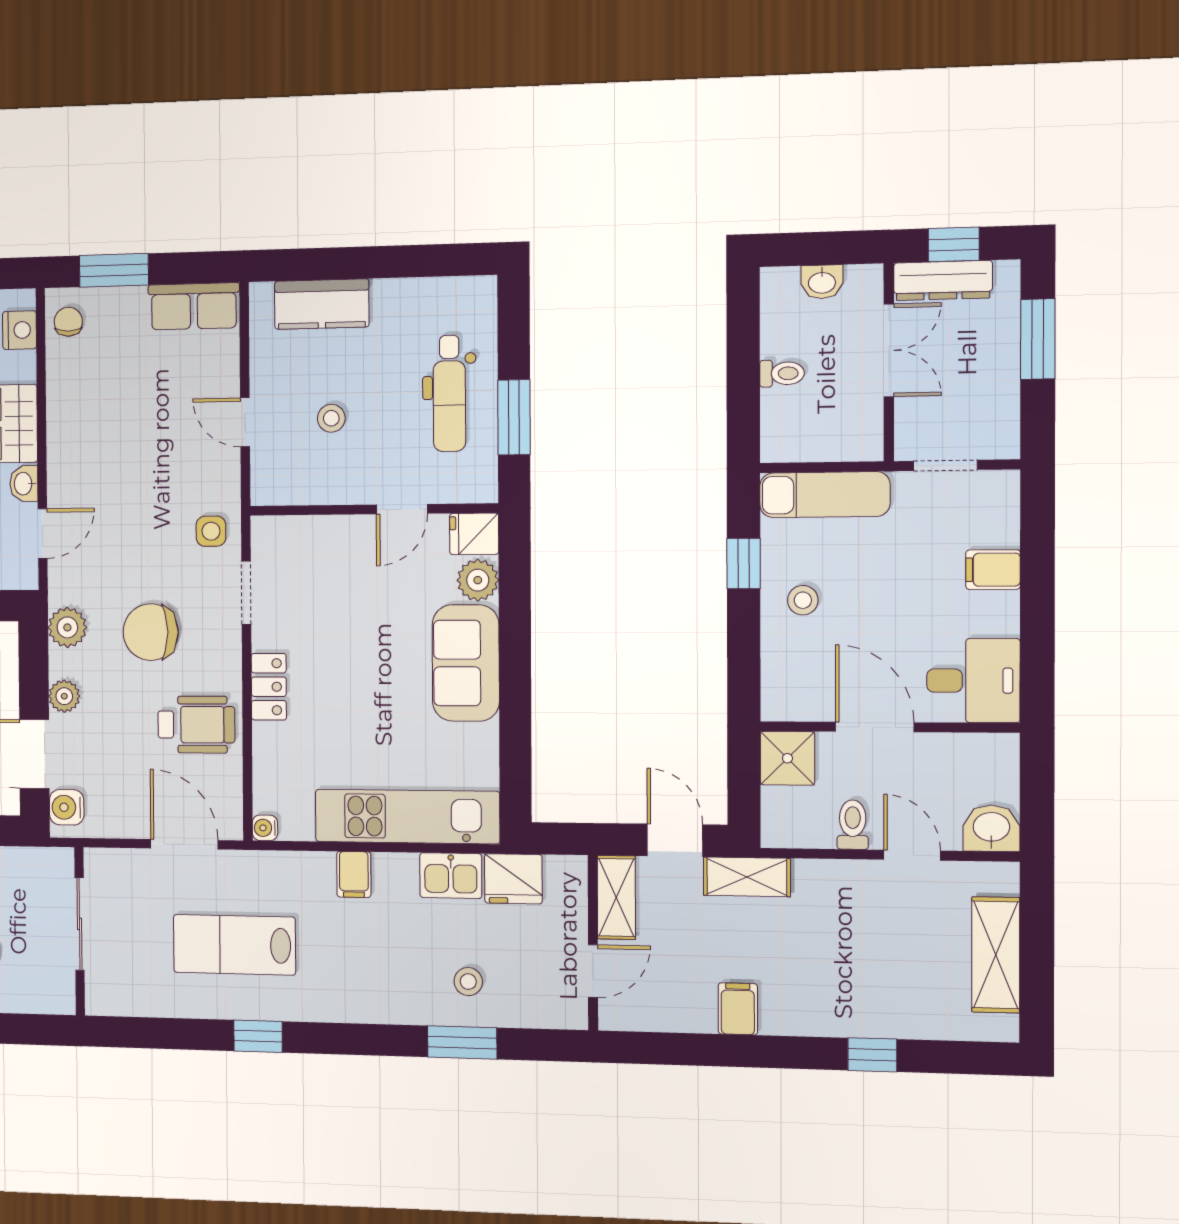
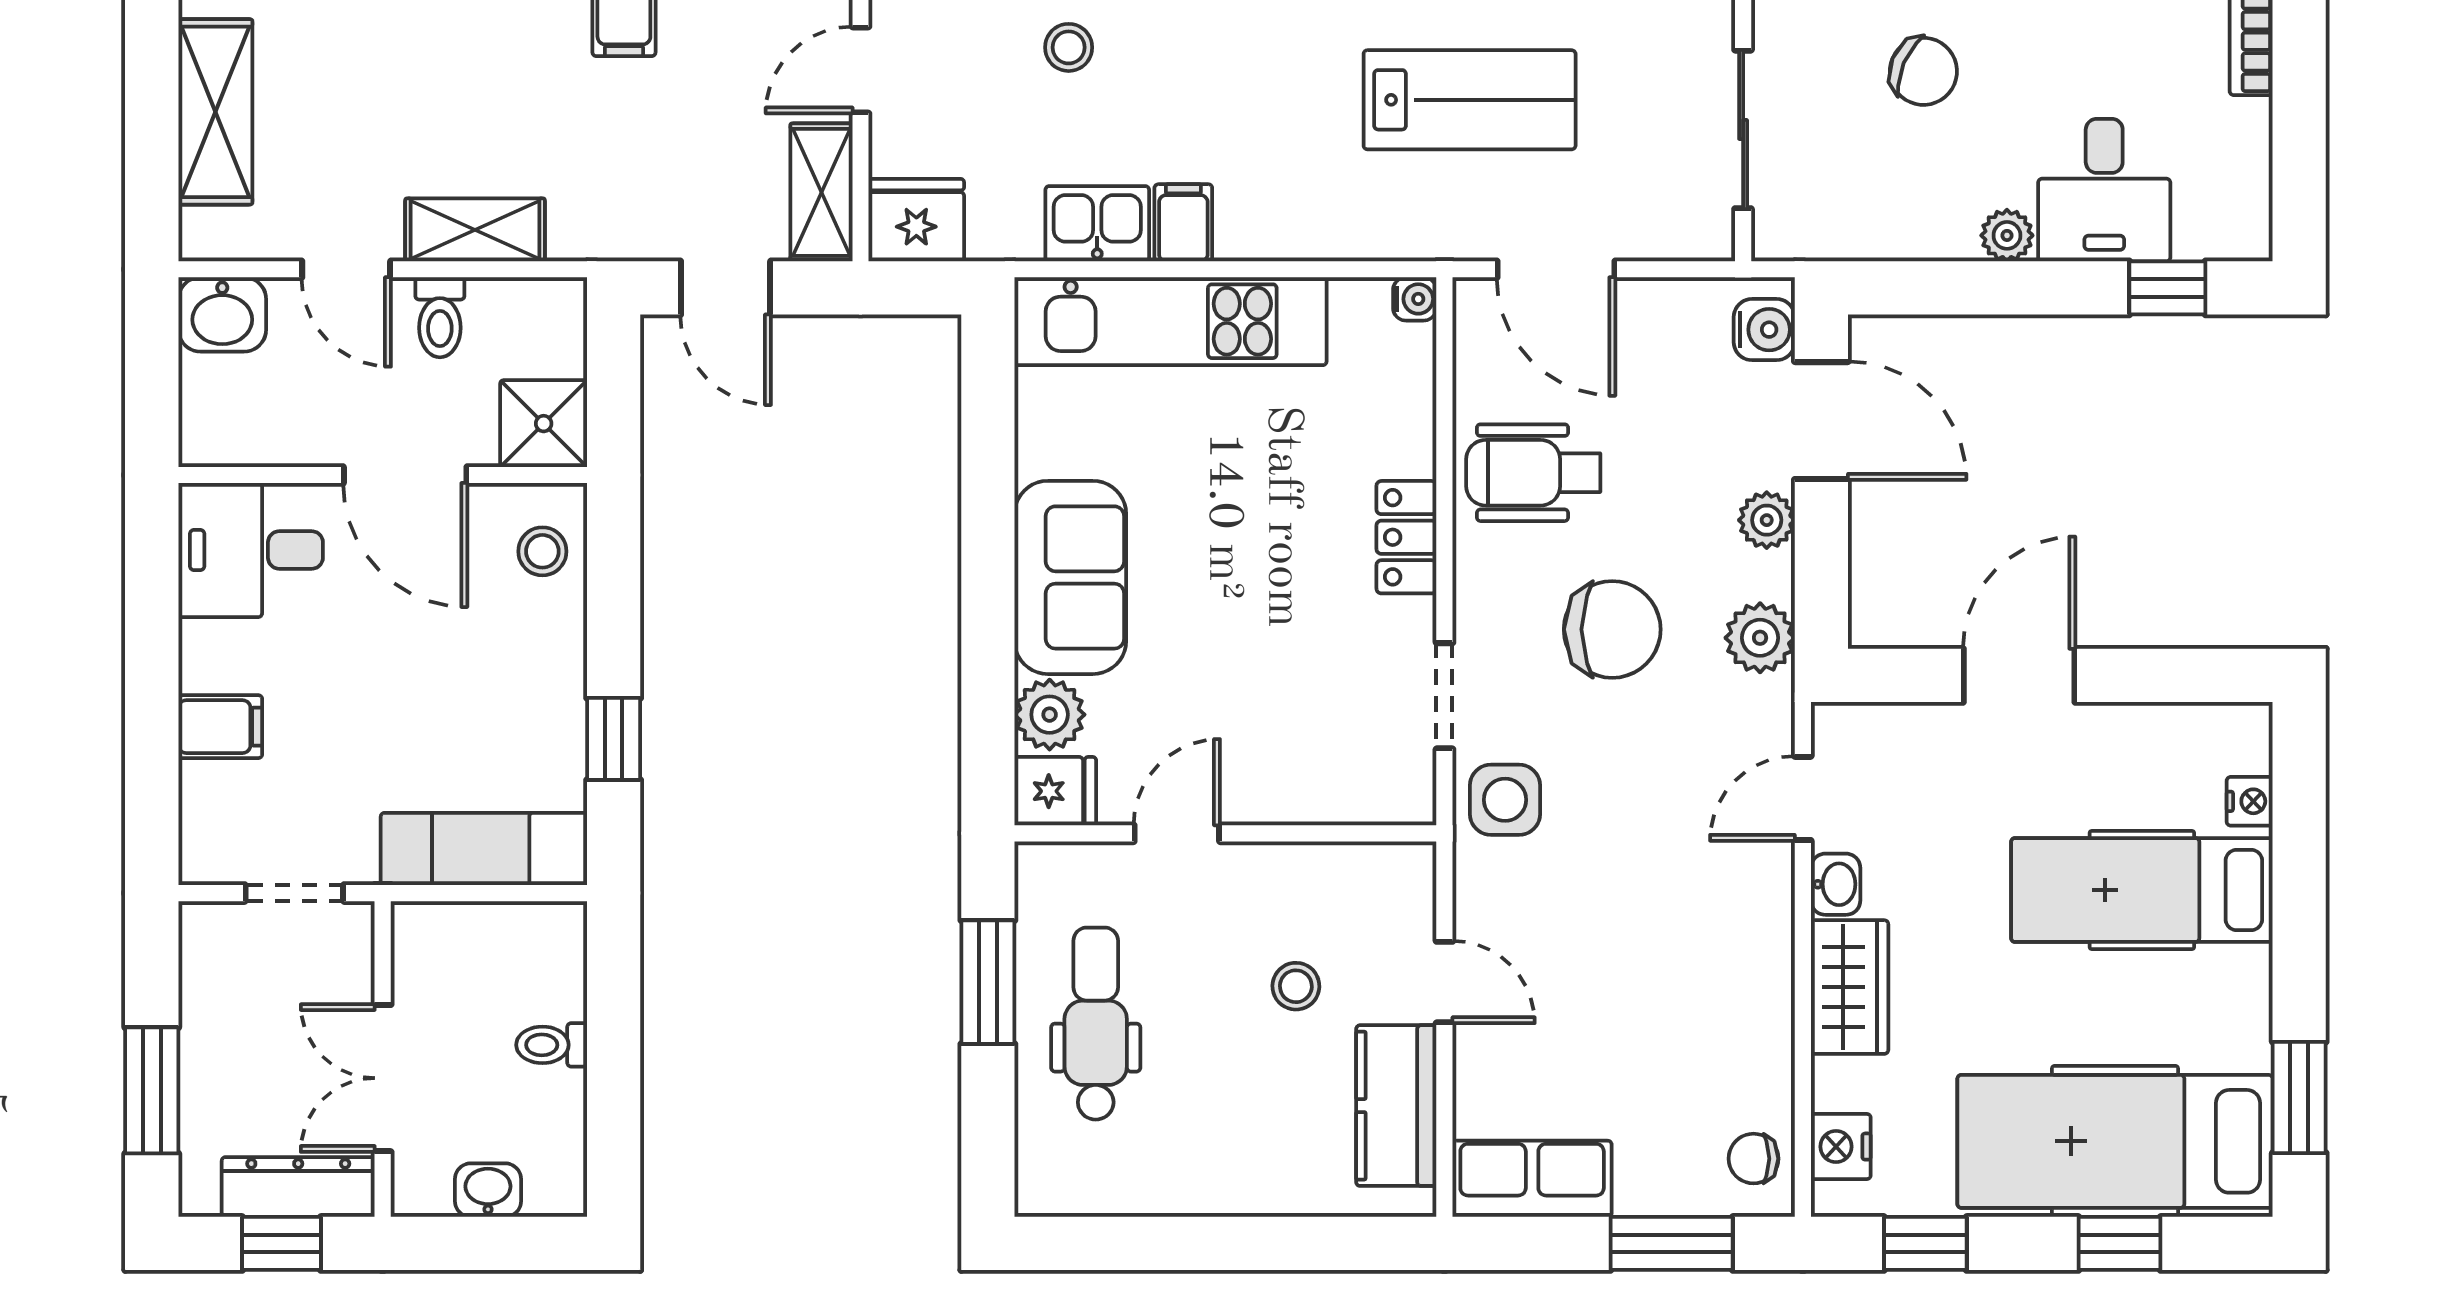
kitchen counter: (322, 304) -> (1396, 1106), moved, turned -90
chair: (68, 322) -> (1753, 1159), turned 90
side table: (211, 531) -> (1505, 800), width x1.37, depth x1.37
stool: (803, 600) -> (542, 551), moved
filing cabinet: (354, 874) -> (1183, 223), moved
shelving: (747, 877) -> (475, 230), moved
fridge: (513, 879) -> (916, 220), moved

